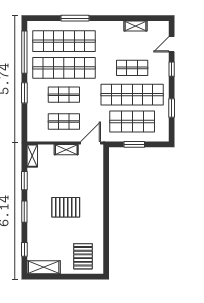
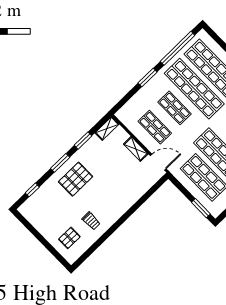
window: (134, 144) -> (201, 208), moved
pallet: (66, 207) -> (76, 179), moved, turned 90
trolley: (86, 230) -> (91, 221), added
pallet: (83, 256) -> (69, 238), width x0.67, depth x0.71
shelving: (44, 267) -> (33, 217), removed

